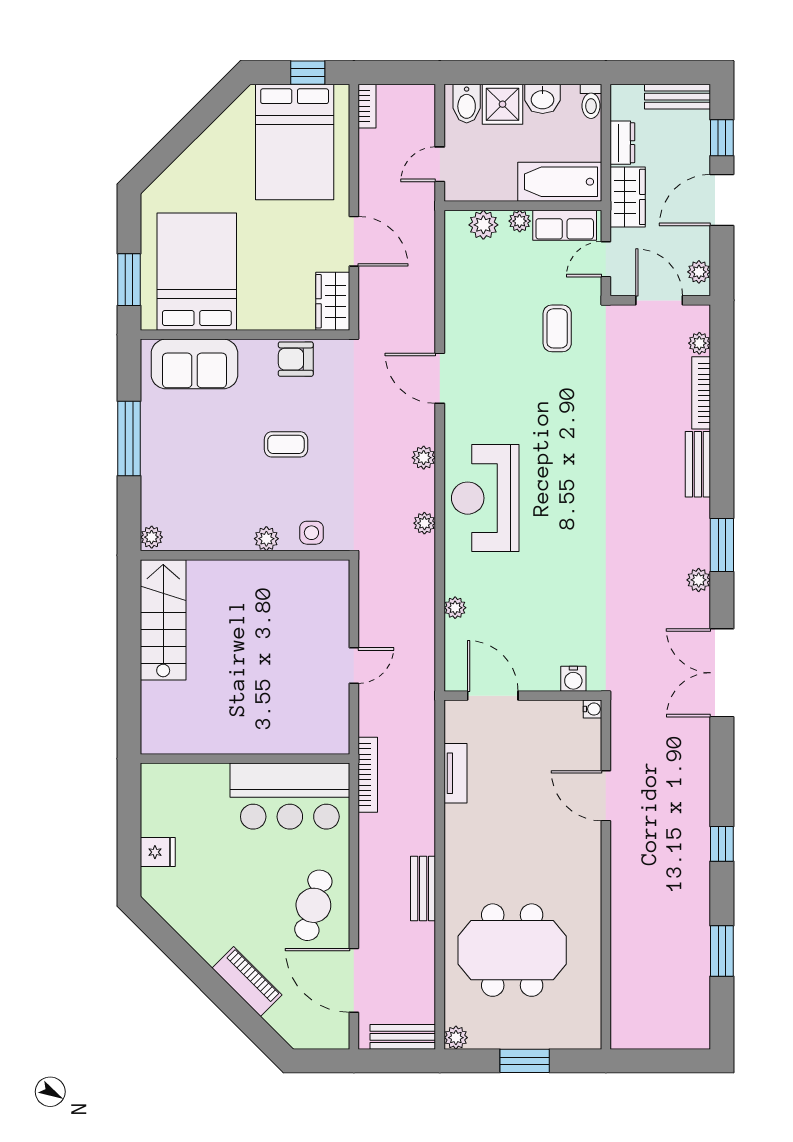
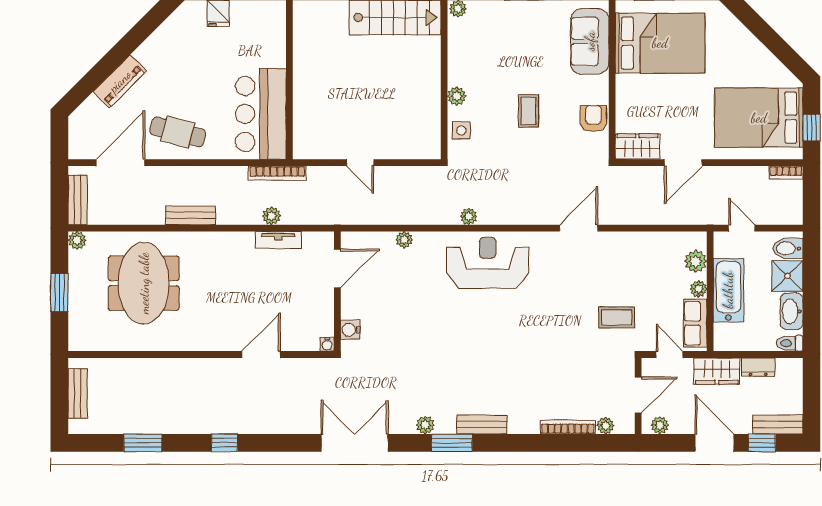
bench: (678, 97) -> (778, 425), moved, turned 90
washbasin: (543, 99) -> (792, 311), width x1.38
bathtub: (560, 182) -> (728, 290), moved
plant: (424, 458) -> (272, 216), moved
bench: (698, 464) -> (482, 425), moved
bench: (657, 1037) -> (78, 393), added

